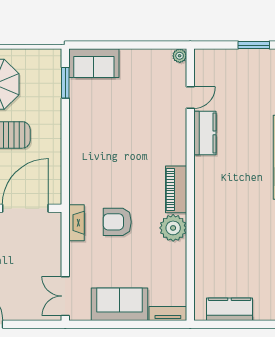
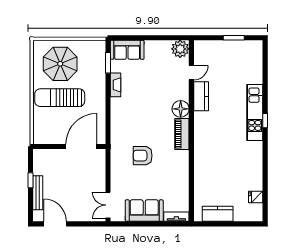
plant: (180, 56) -> (180, 49), width x1.88, depth x1.88
floor lamp: (174, 152) -> (181, 109), added
fireplace: (77, 223) -> (116, 85), moved
plant: (173, 228) -> (180, 160), removed

